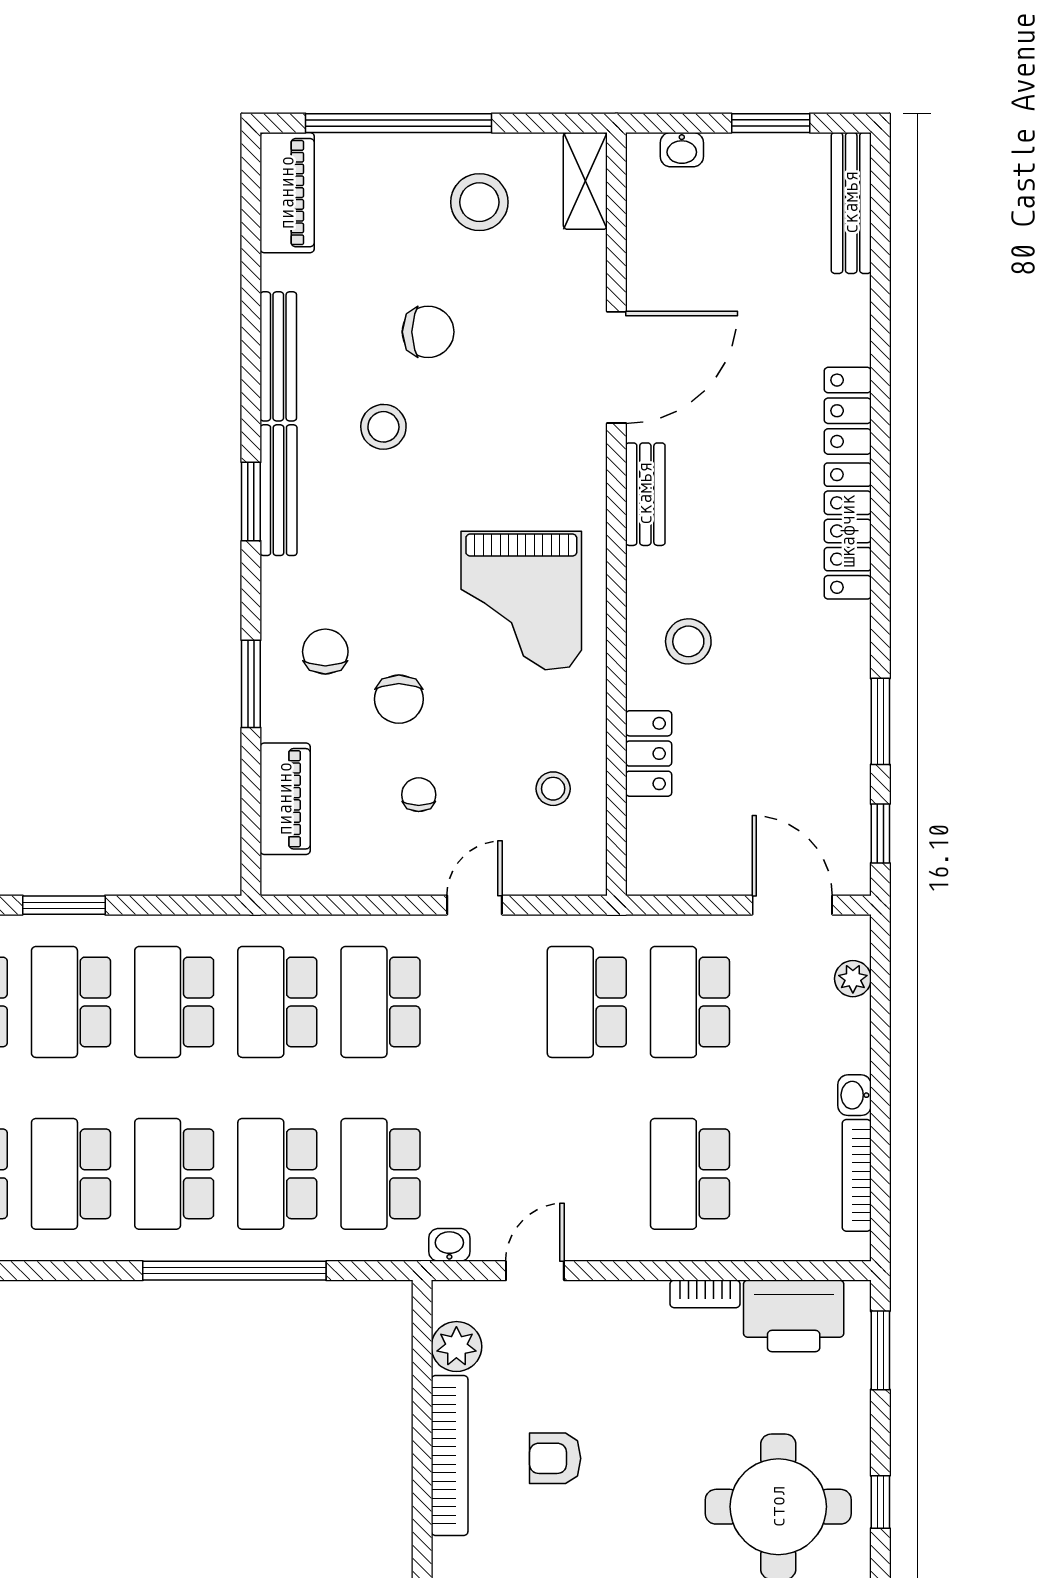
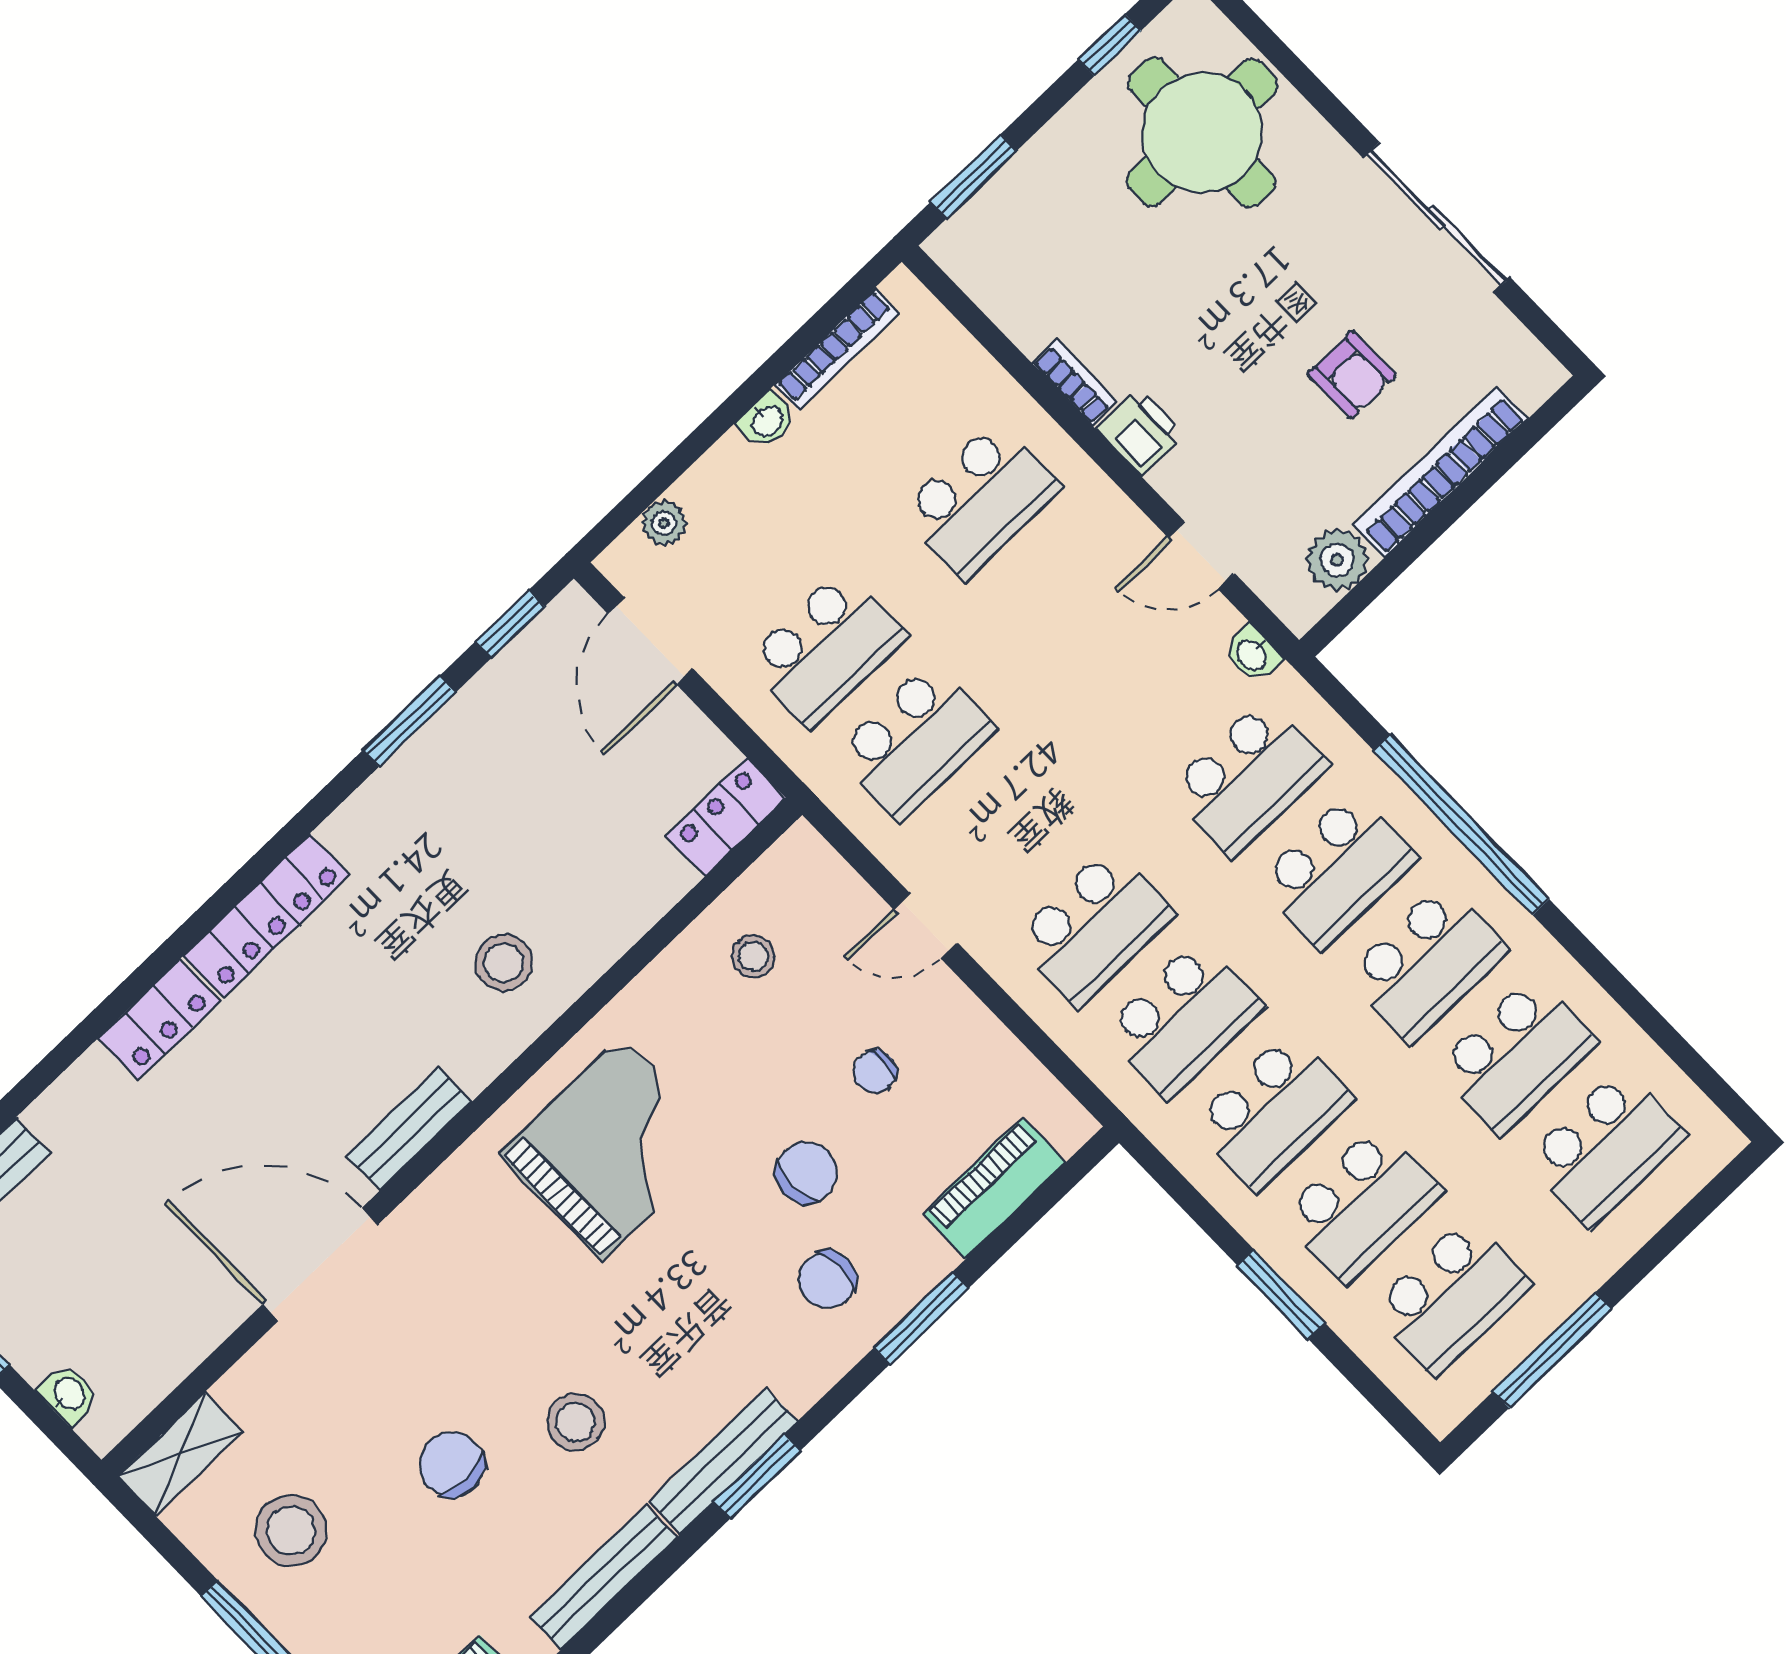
locker: (649, 754) -> (726, 817), moved
printer: (794, 1316) -> (1140, 432), moved, width x0.53, depth x0.68

